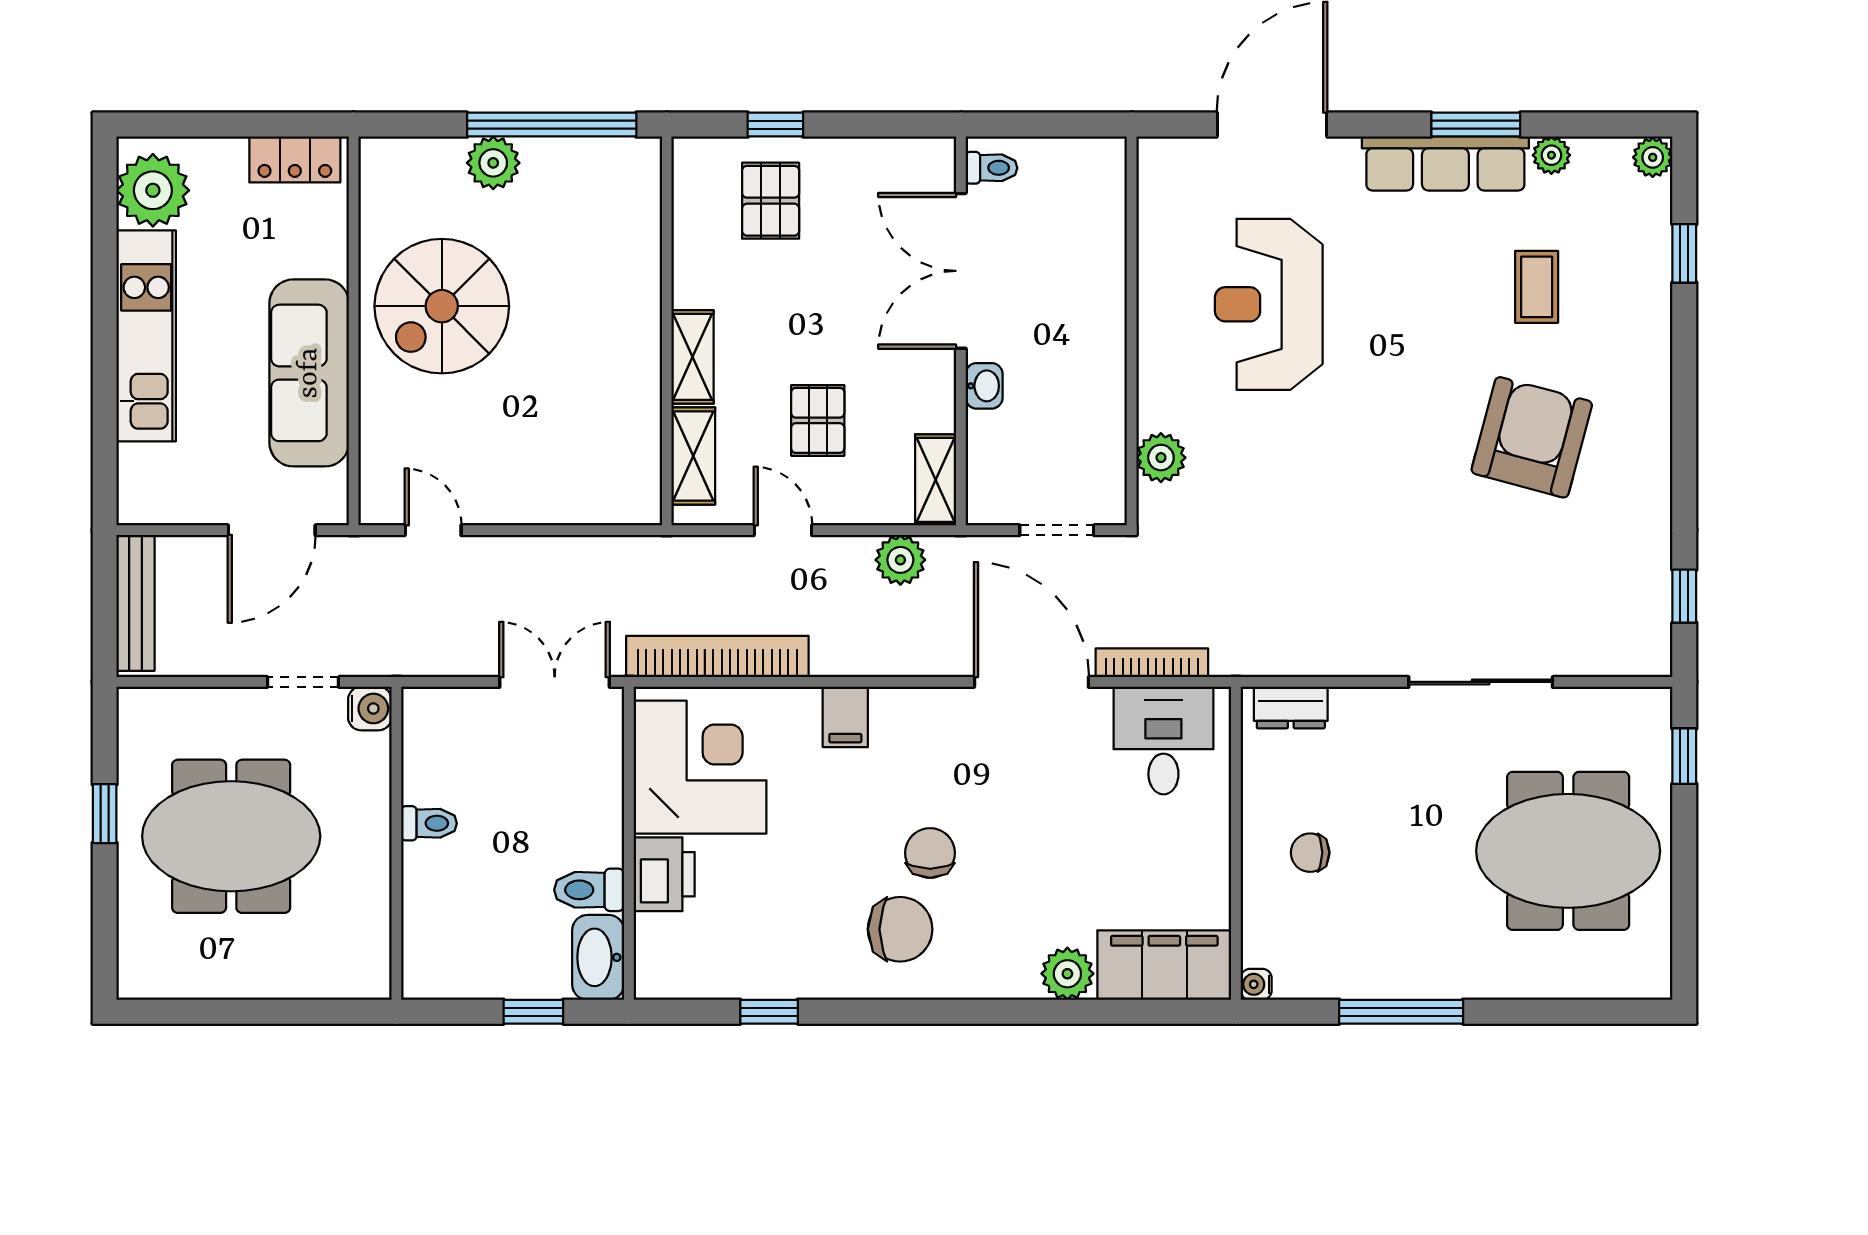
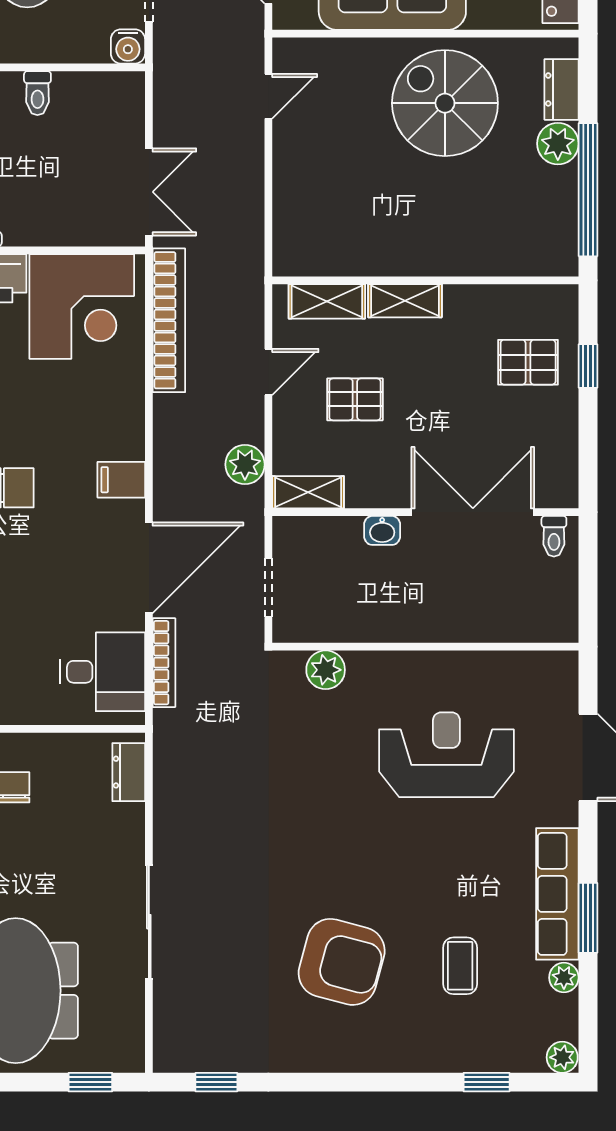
dresser: (424, 158) -> (562, 89), added
coffee table: (1537, 287) -> (460, 966), turned 90
filing cabinet: (845, 717) -> (121, 480), moved

